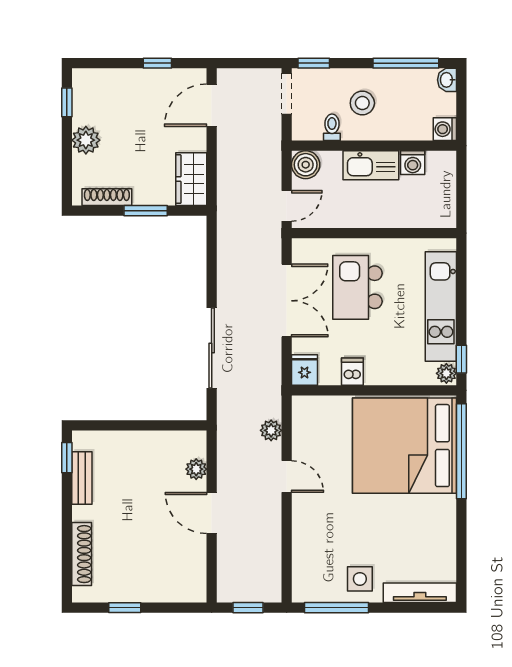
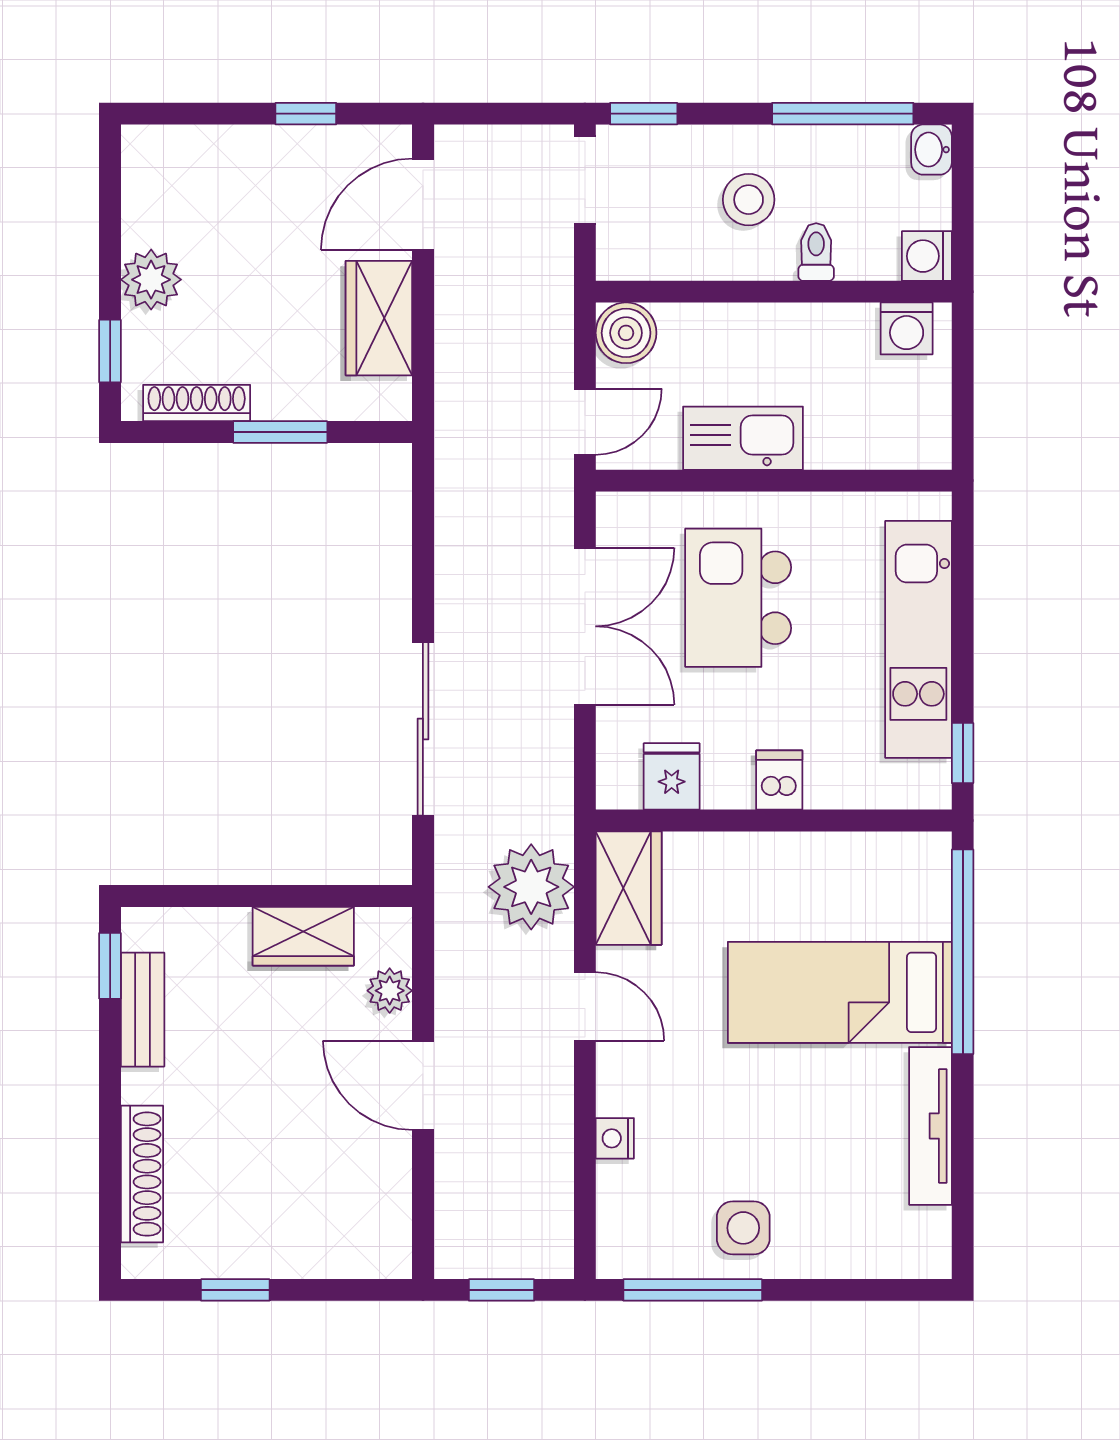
window: (67, 102) -> (110, 351), moved
toilet: (332, 127) -> (816, 252), moved
washing machine: (413, 163) -> (907, 328), moved
kitchen sink: (371, 165) -> (743, 438), moved, turned 180
wardrobe: (191, 179) -> (379, 318), moved
fridge: (304, 370) -> (672, 776), moved
dishwasher: (352, 372) -> (779, 780), moved
plant: (446, 373) -> (930, 784), removed
wardrobe: (307, 422) -> (629, 888), added
plant: (271, 430) -> (531, 887), width x1.88, depth x1.88
wardrobe: (156, 444) -> (303, 936), added
bed: (405, 446) -> (840, 992), width x0.49
nightstand: (300, 538) -> (615, 1138), added
tv unit: (420, 593) -> (930, 1126), moved, turned -90

